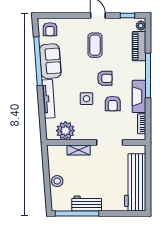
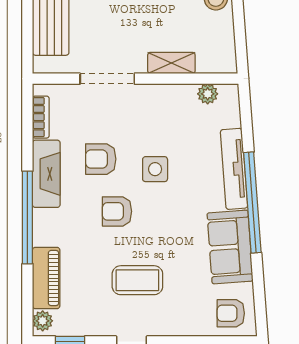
armchair: (50, 29) -> (231, 313), turned -90
coffee table: (95, 45) -> (137, 280), turned 90
window: (38, 61) -> (252, 203), moved
armchair: (113, 104) -> (101, 159), turned -90
plant: (65, 131) -> (208, 94), width x0.53, depth x0.53

